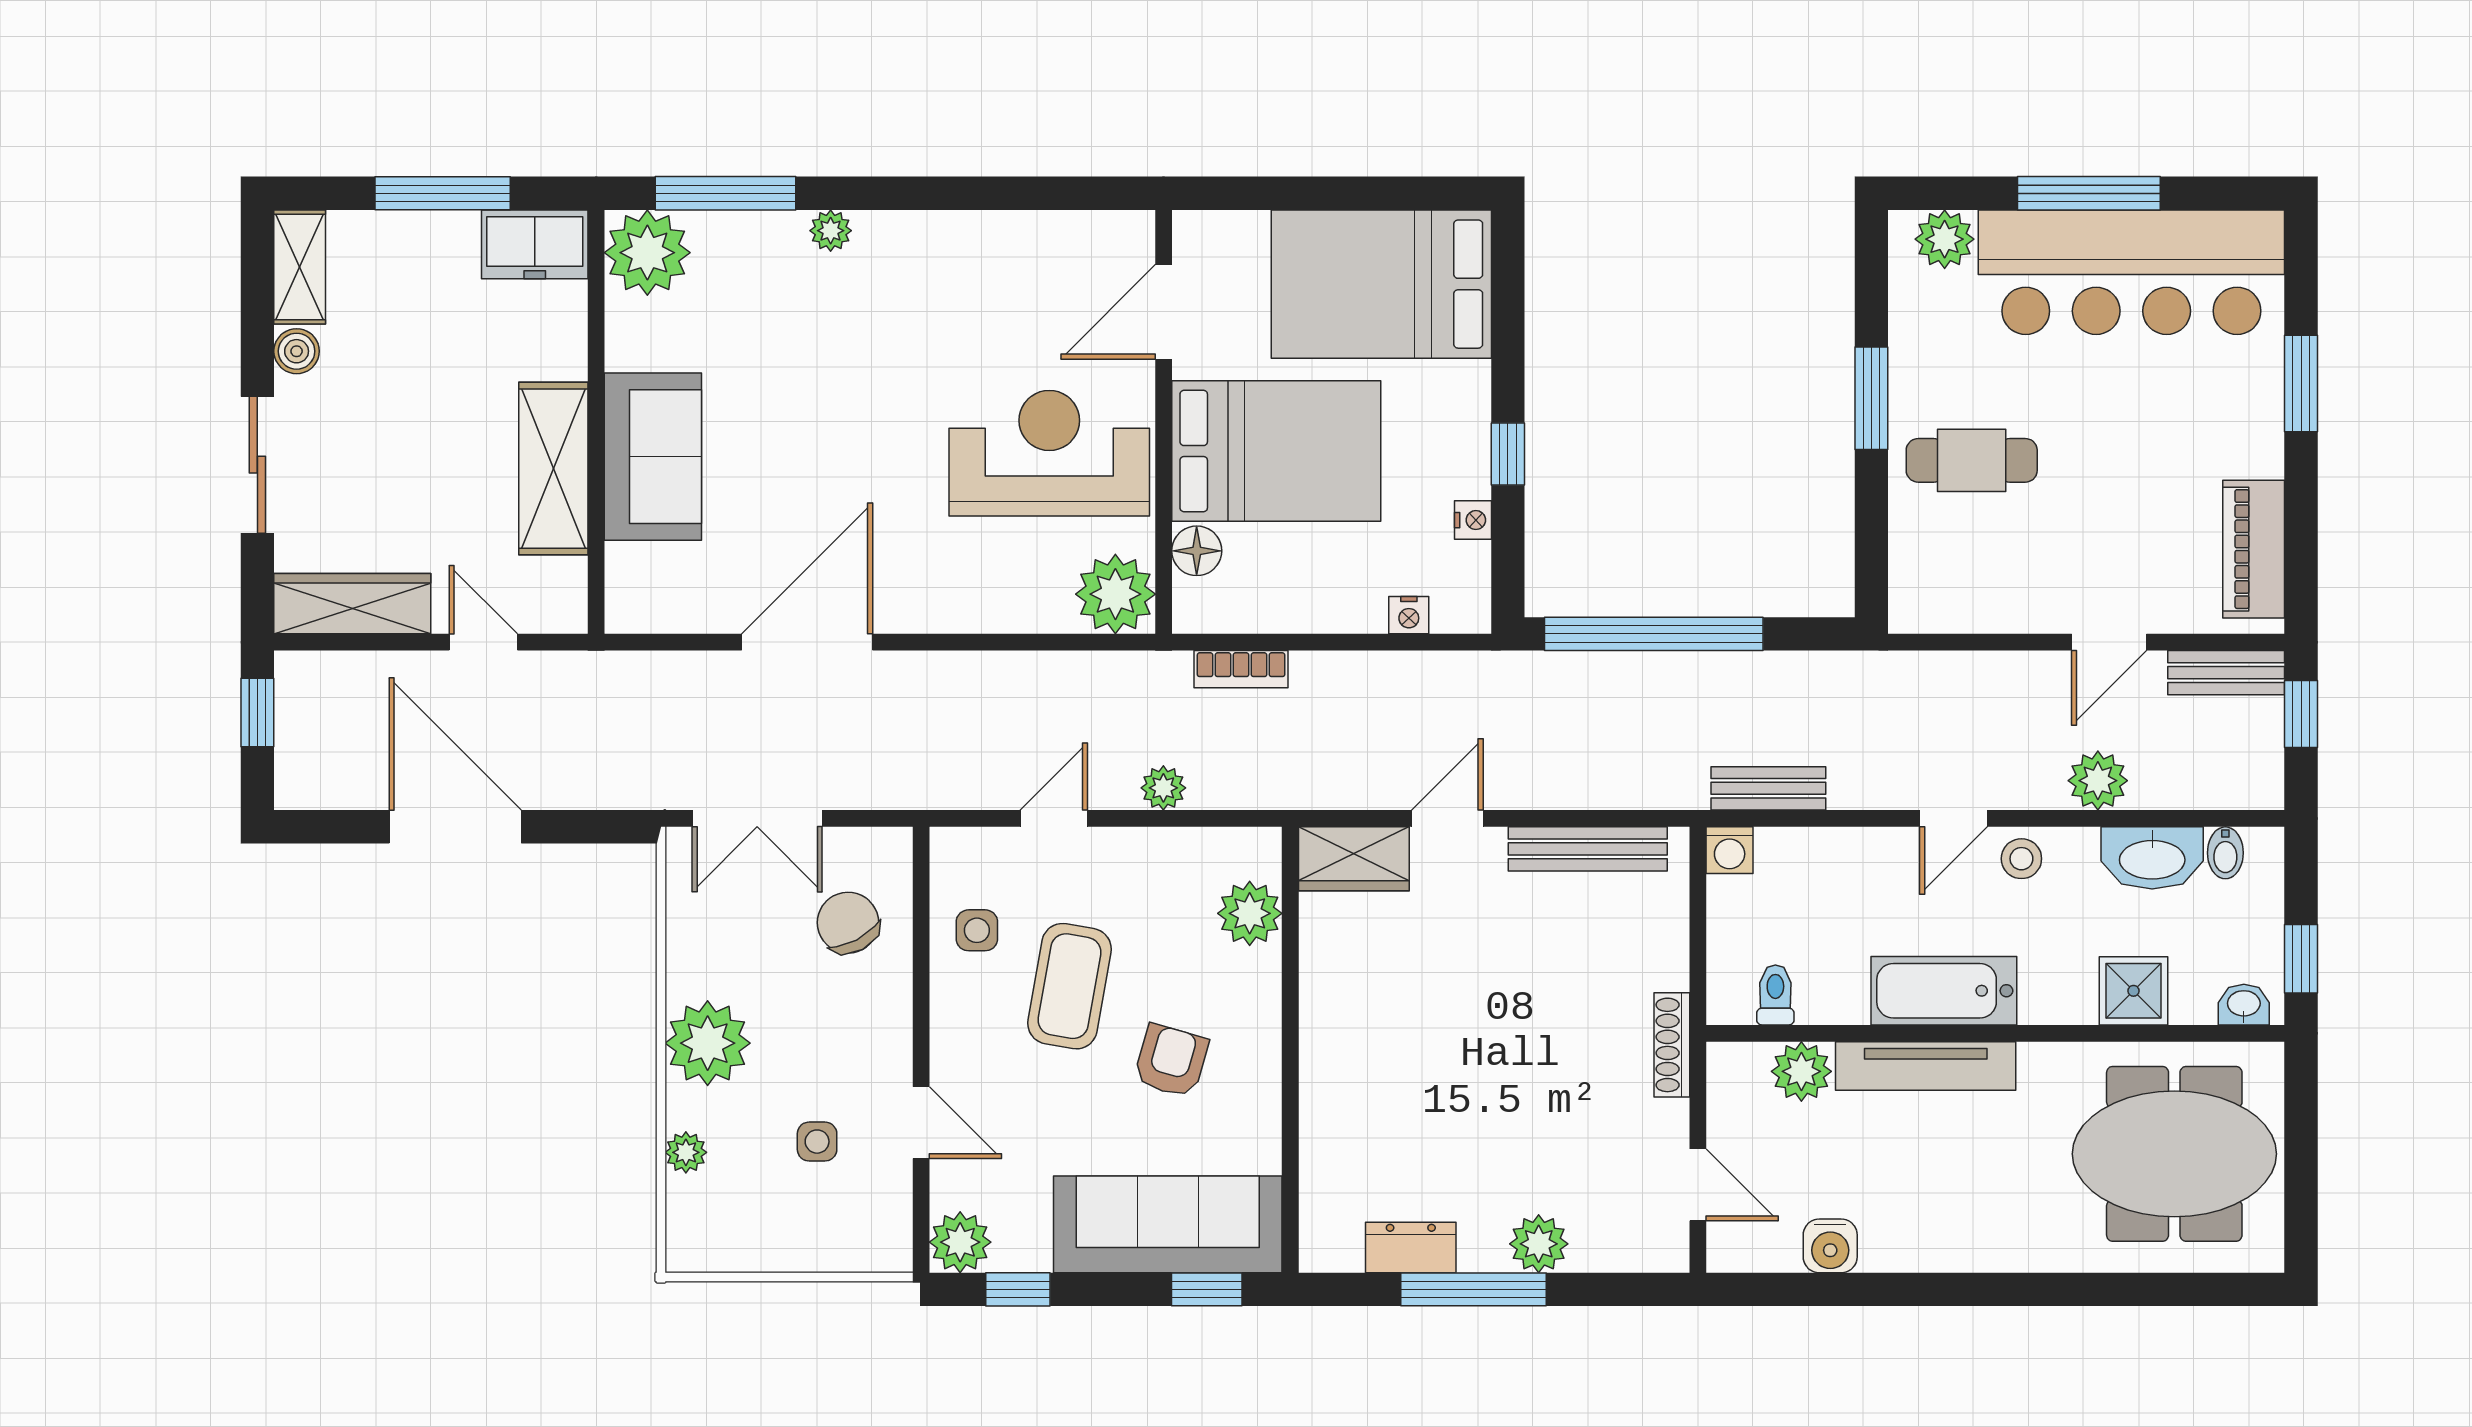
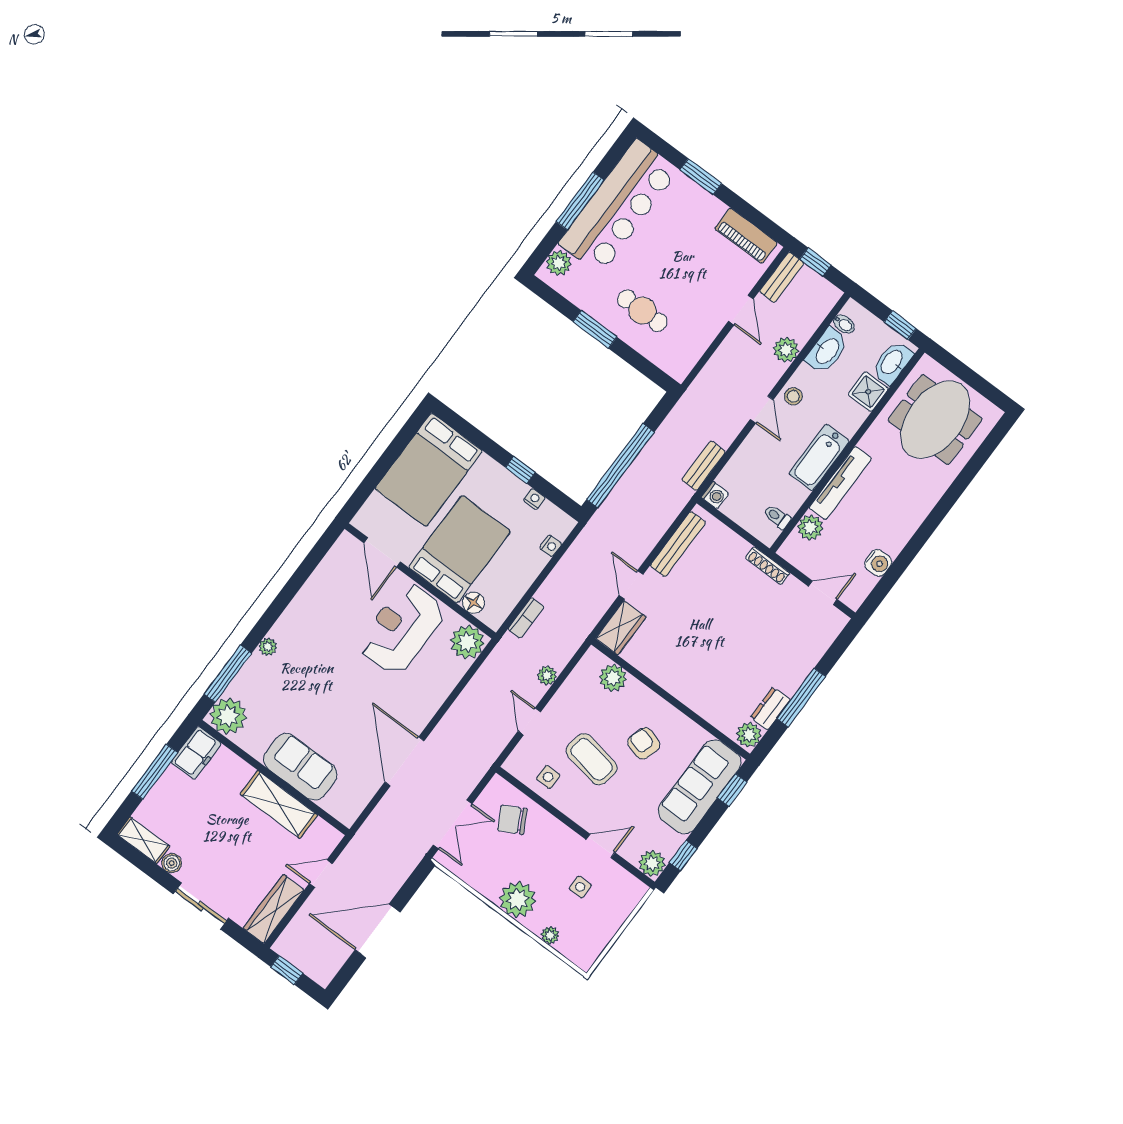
cafe table: (1972, 460) -> (642, 311), turned 90
washbasin: (2244, 1005) -> (892, 363), width x1.91, depth x1.45
plant: (1539, 1244) -> (749, 735), moved

